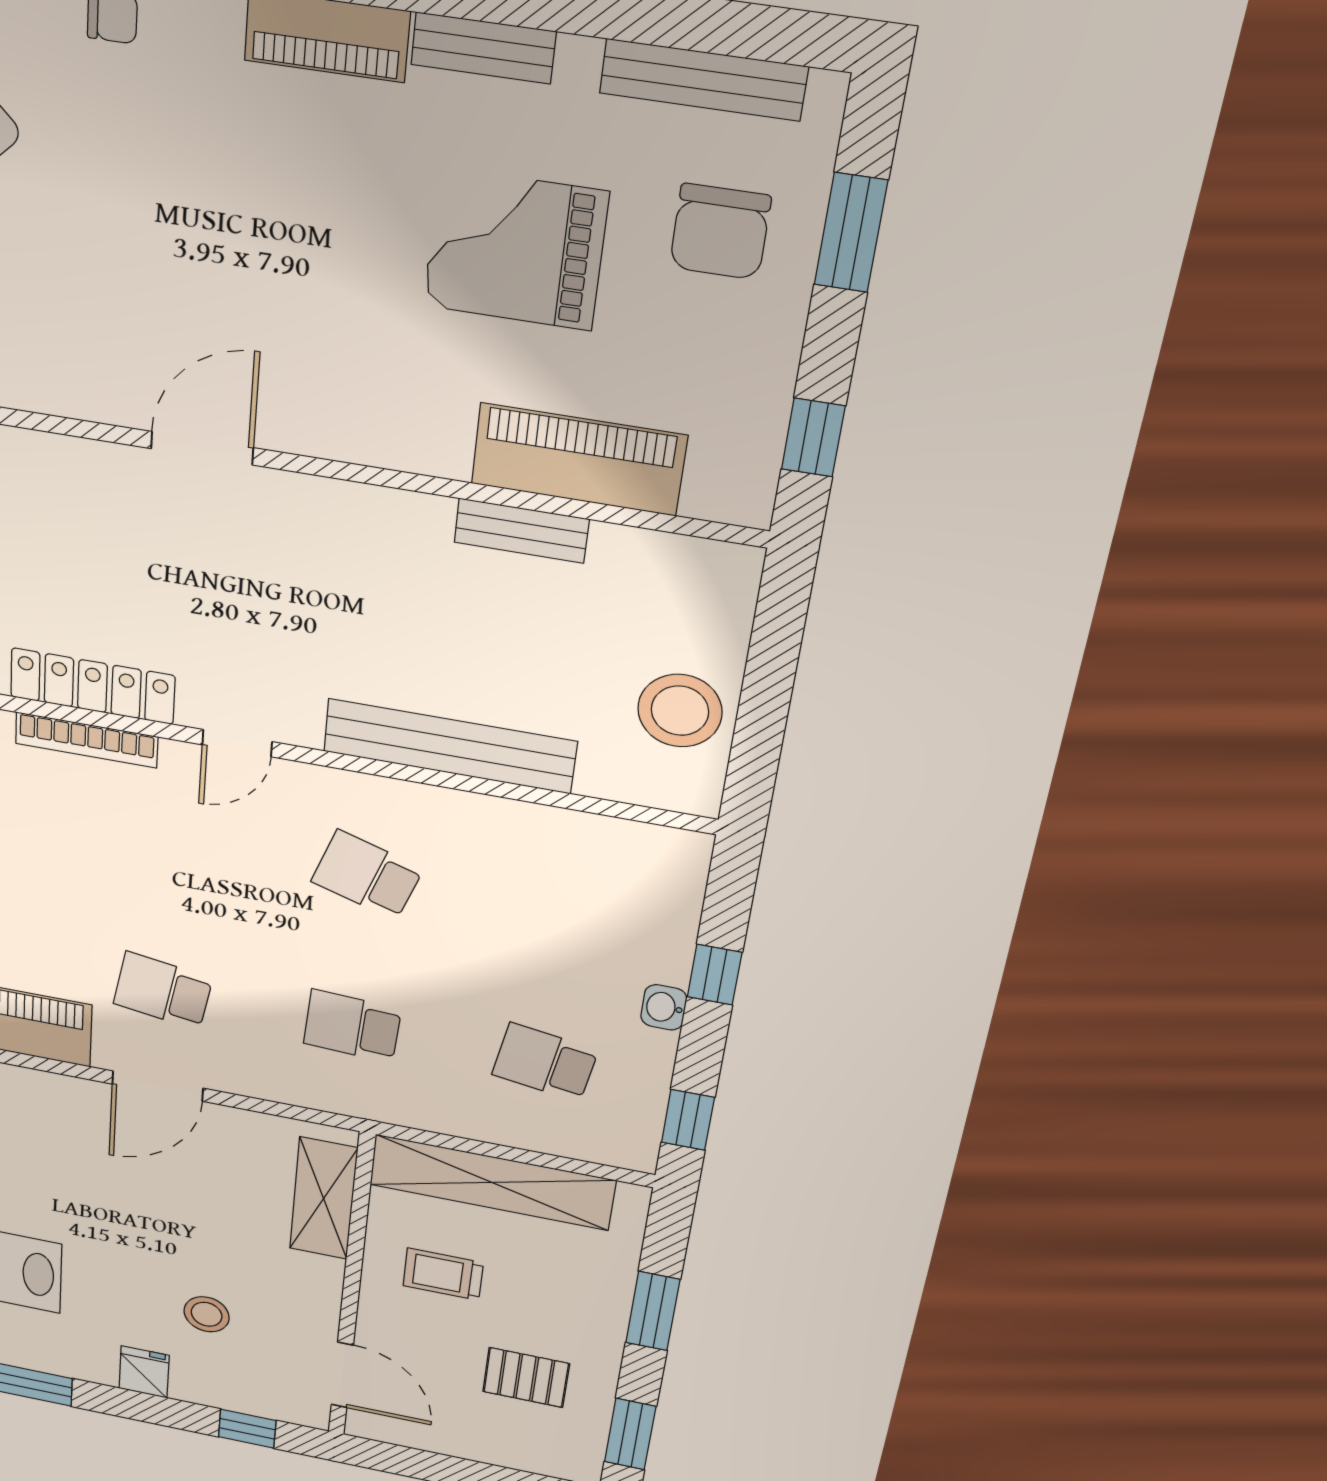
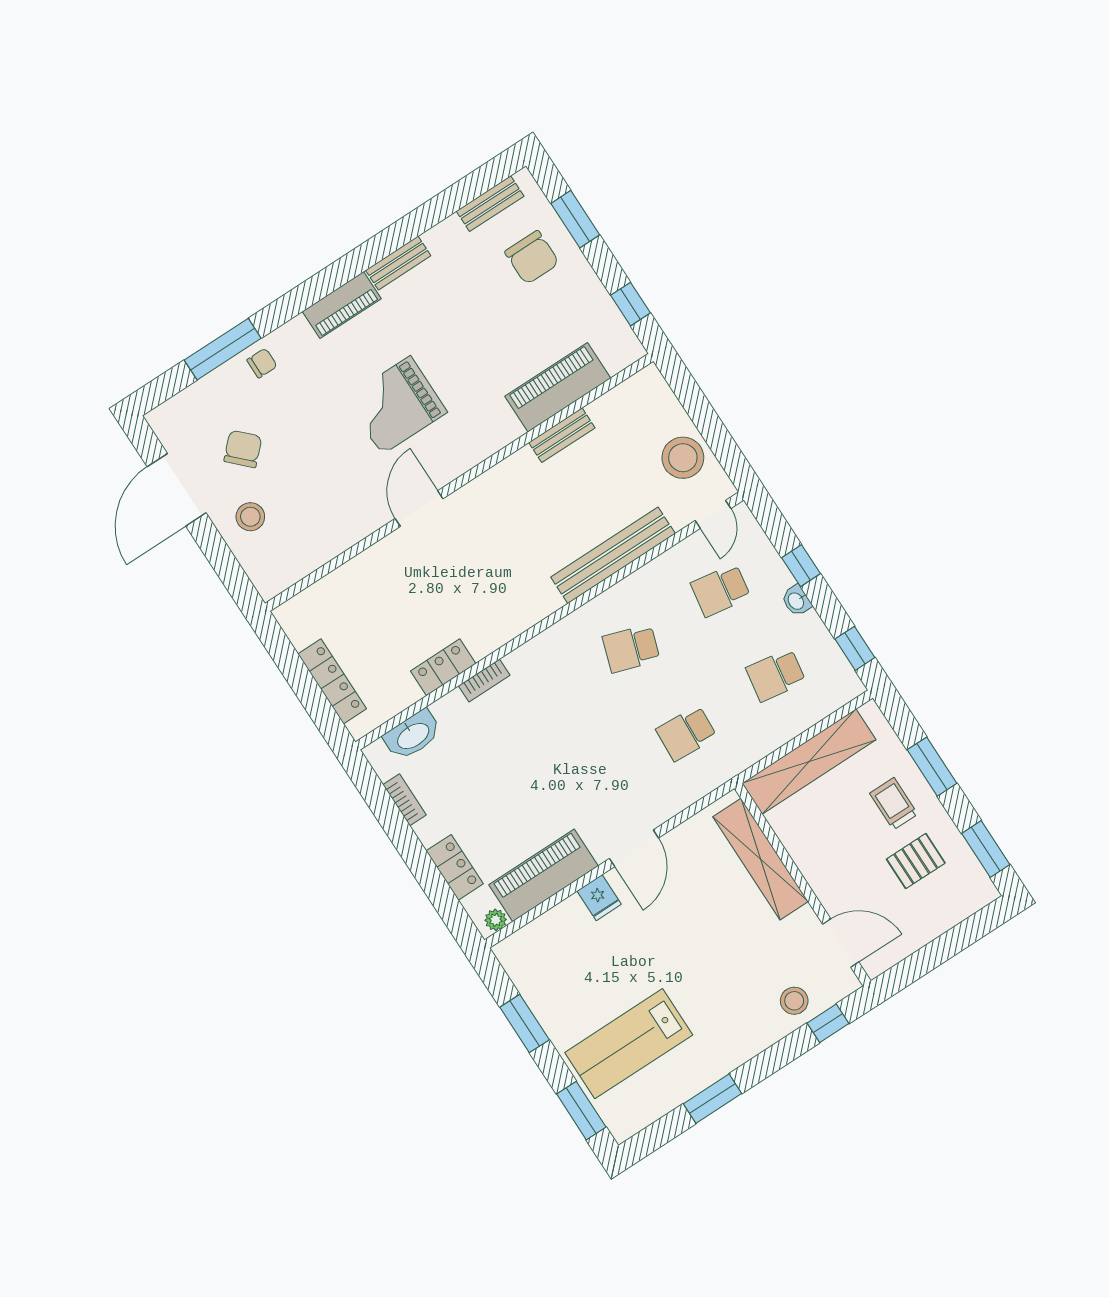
bench: (703, 80) -> (490, 204), width x0.73
grand piano: (515, 249) -> (396, 405), moved
locker: (92, 686) -> (443, 667), width x0.66
bookcase: (87, 740) -> (484, 681), width x0.64
door: (237, 743) -> (713, 514), moved
school desk: (163, 991) -> (721, 590), moved
shelving: (324, 1199) -> (761, 859), width x1.47
trolley: (443, 1274) -> (894, 804), moved, turned 90
stool: (207, 1314) -> (794, 1001), moved
fridge: (144, 1372) -> (599, 898), moved, turned 180

